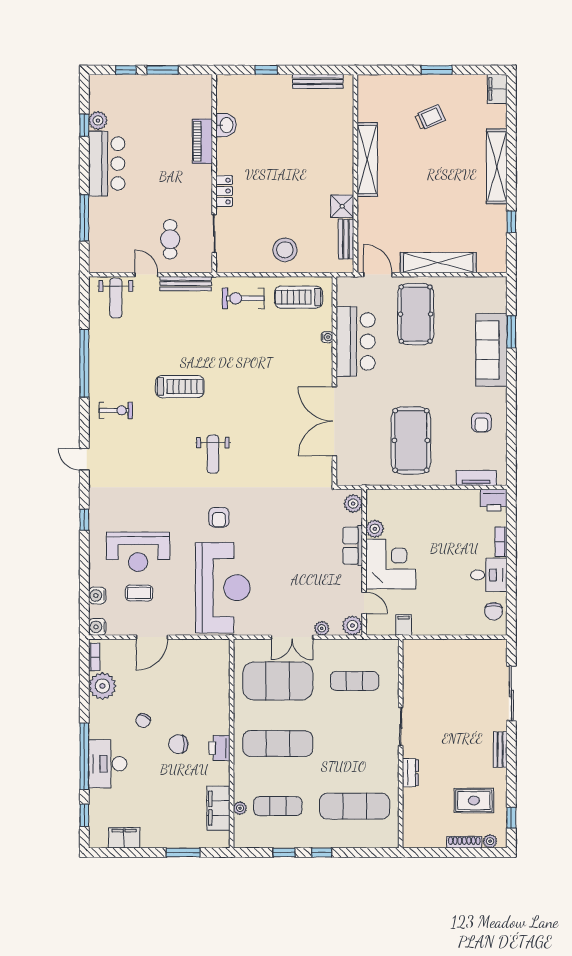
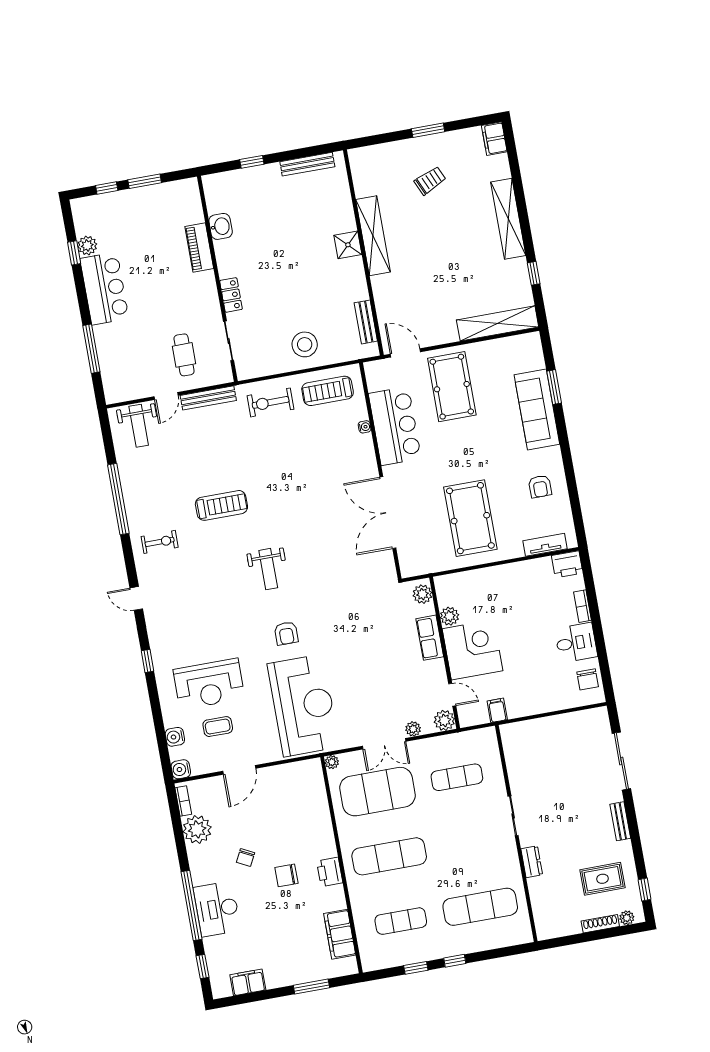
shower: (342, 206) -> (348, 245), moved
shelving: (438, 263) -> (498, 323), moved
door: (146, 275) -> (166, 396), swing flipped
plant: (240, 808) -> (332, 762), moved

